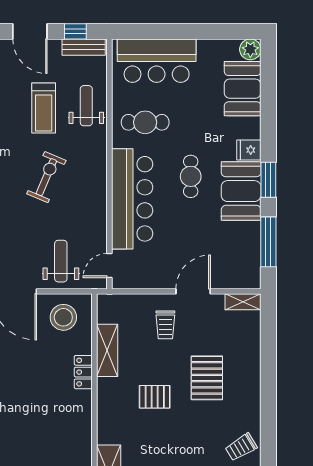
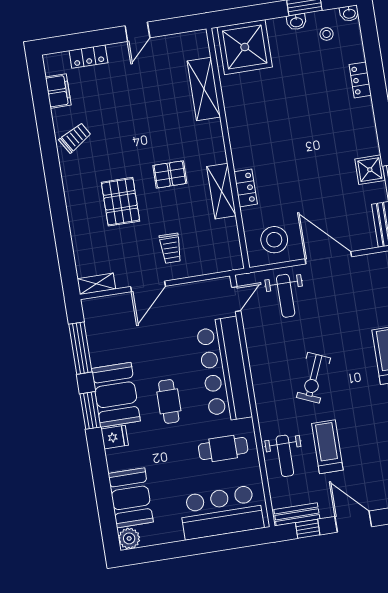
trolley: (165, 325) -> (171, 248), turned 180
shelving: (107, 350) -> (221, 191), moved

